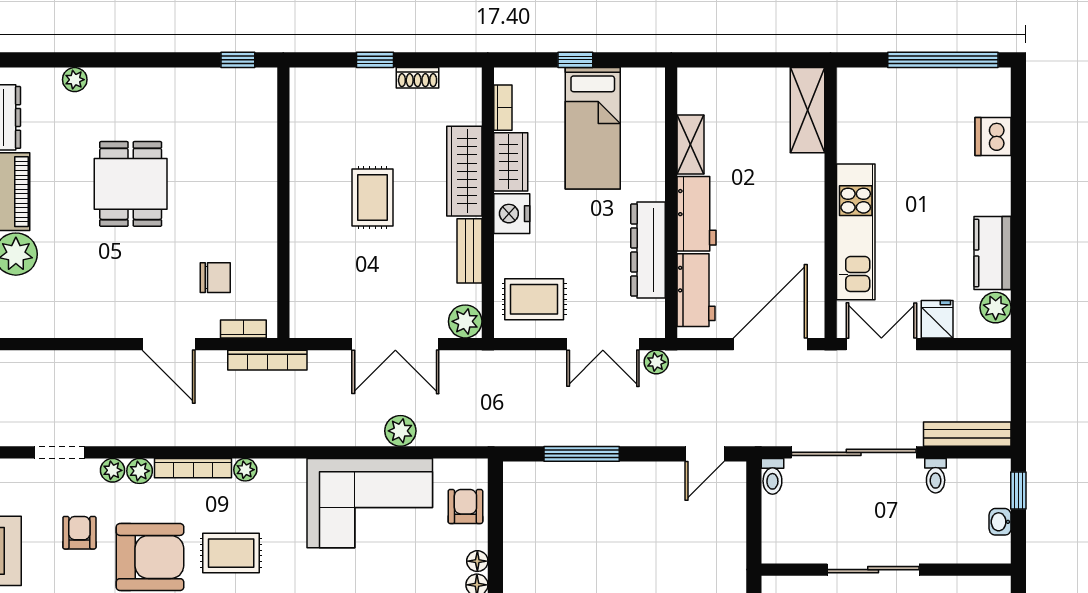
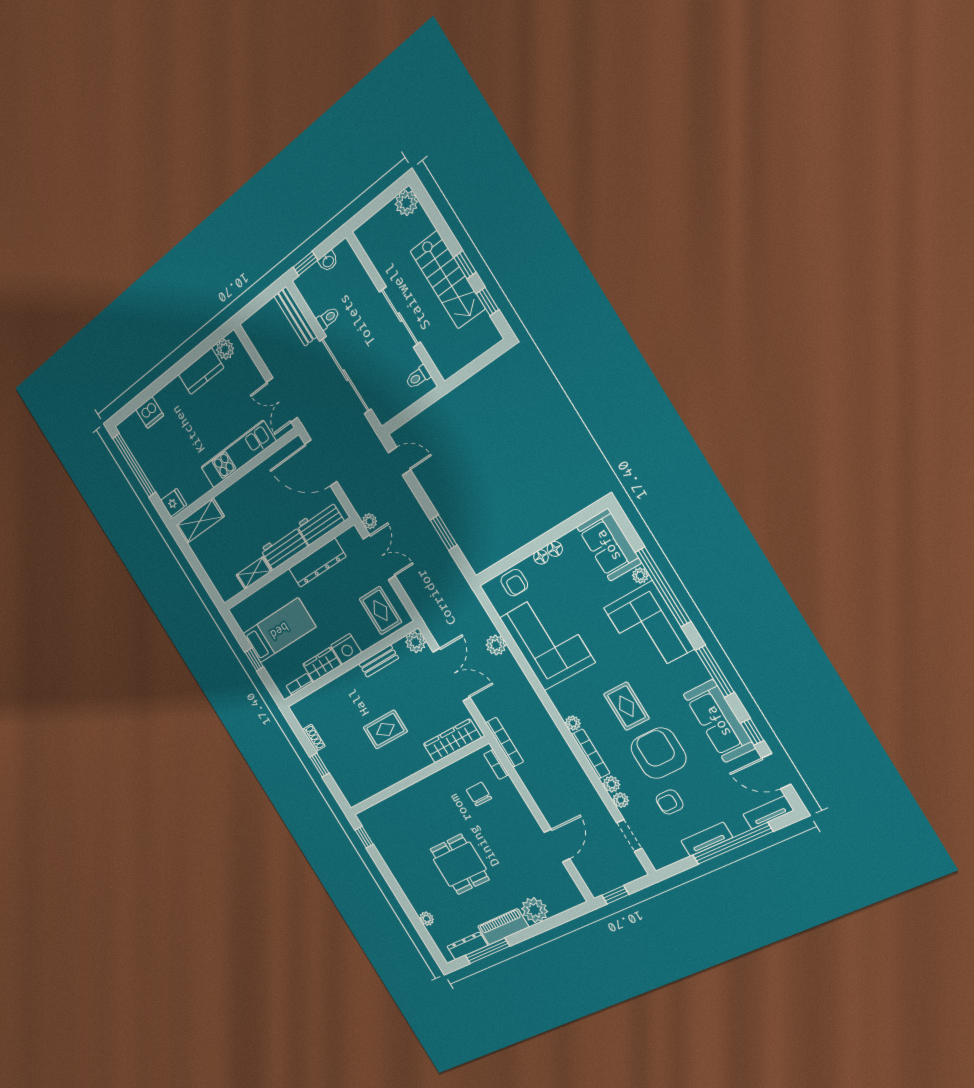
wardrobe: (464, 171) -> (452, 741), moved, turned 180
dining table: (131, 184) -> (460, 864), turned 90
fridge: (937, 319) -> (174, 503), moved, turned 180
door: (169, 344) -> (557, 846), moved
window: (582, 454) -> (444, 533), width x0.69
toilet: (772, 476) -> (418, 377), moved, turned 180
armchair: (465, 507) -> (514, 583), turned -90

